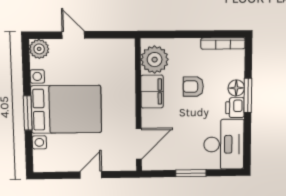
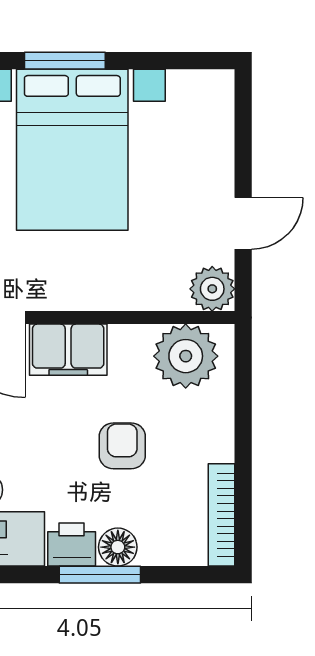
door: (73, 35) -> (243, 223), moved
plant: (39, 49) -> (212, 289), moved
filing cabinet: (152, 92) -> (68, 350), moved

